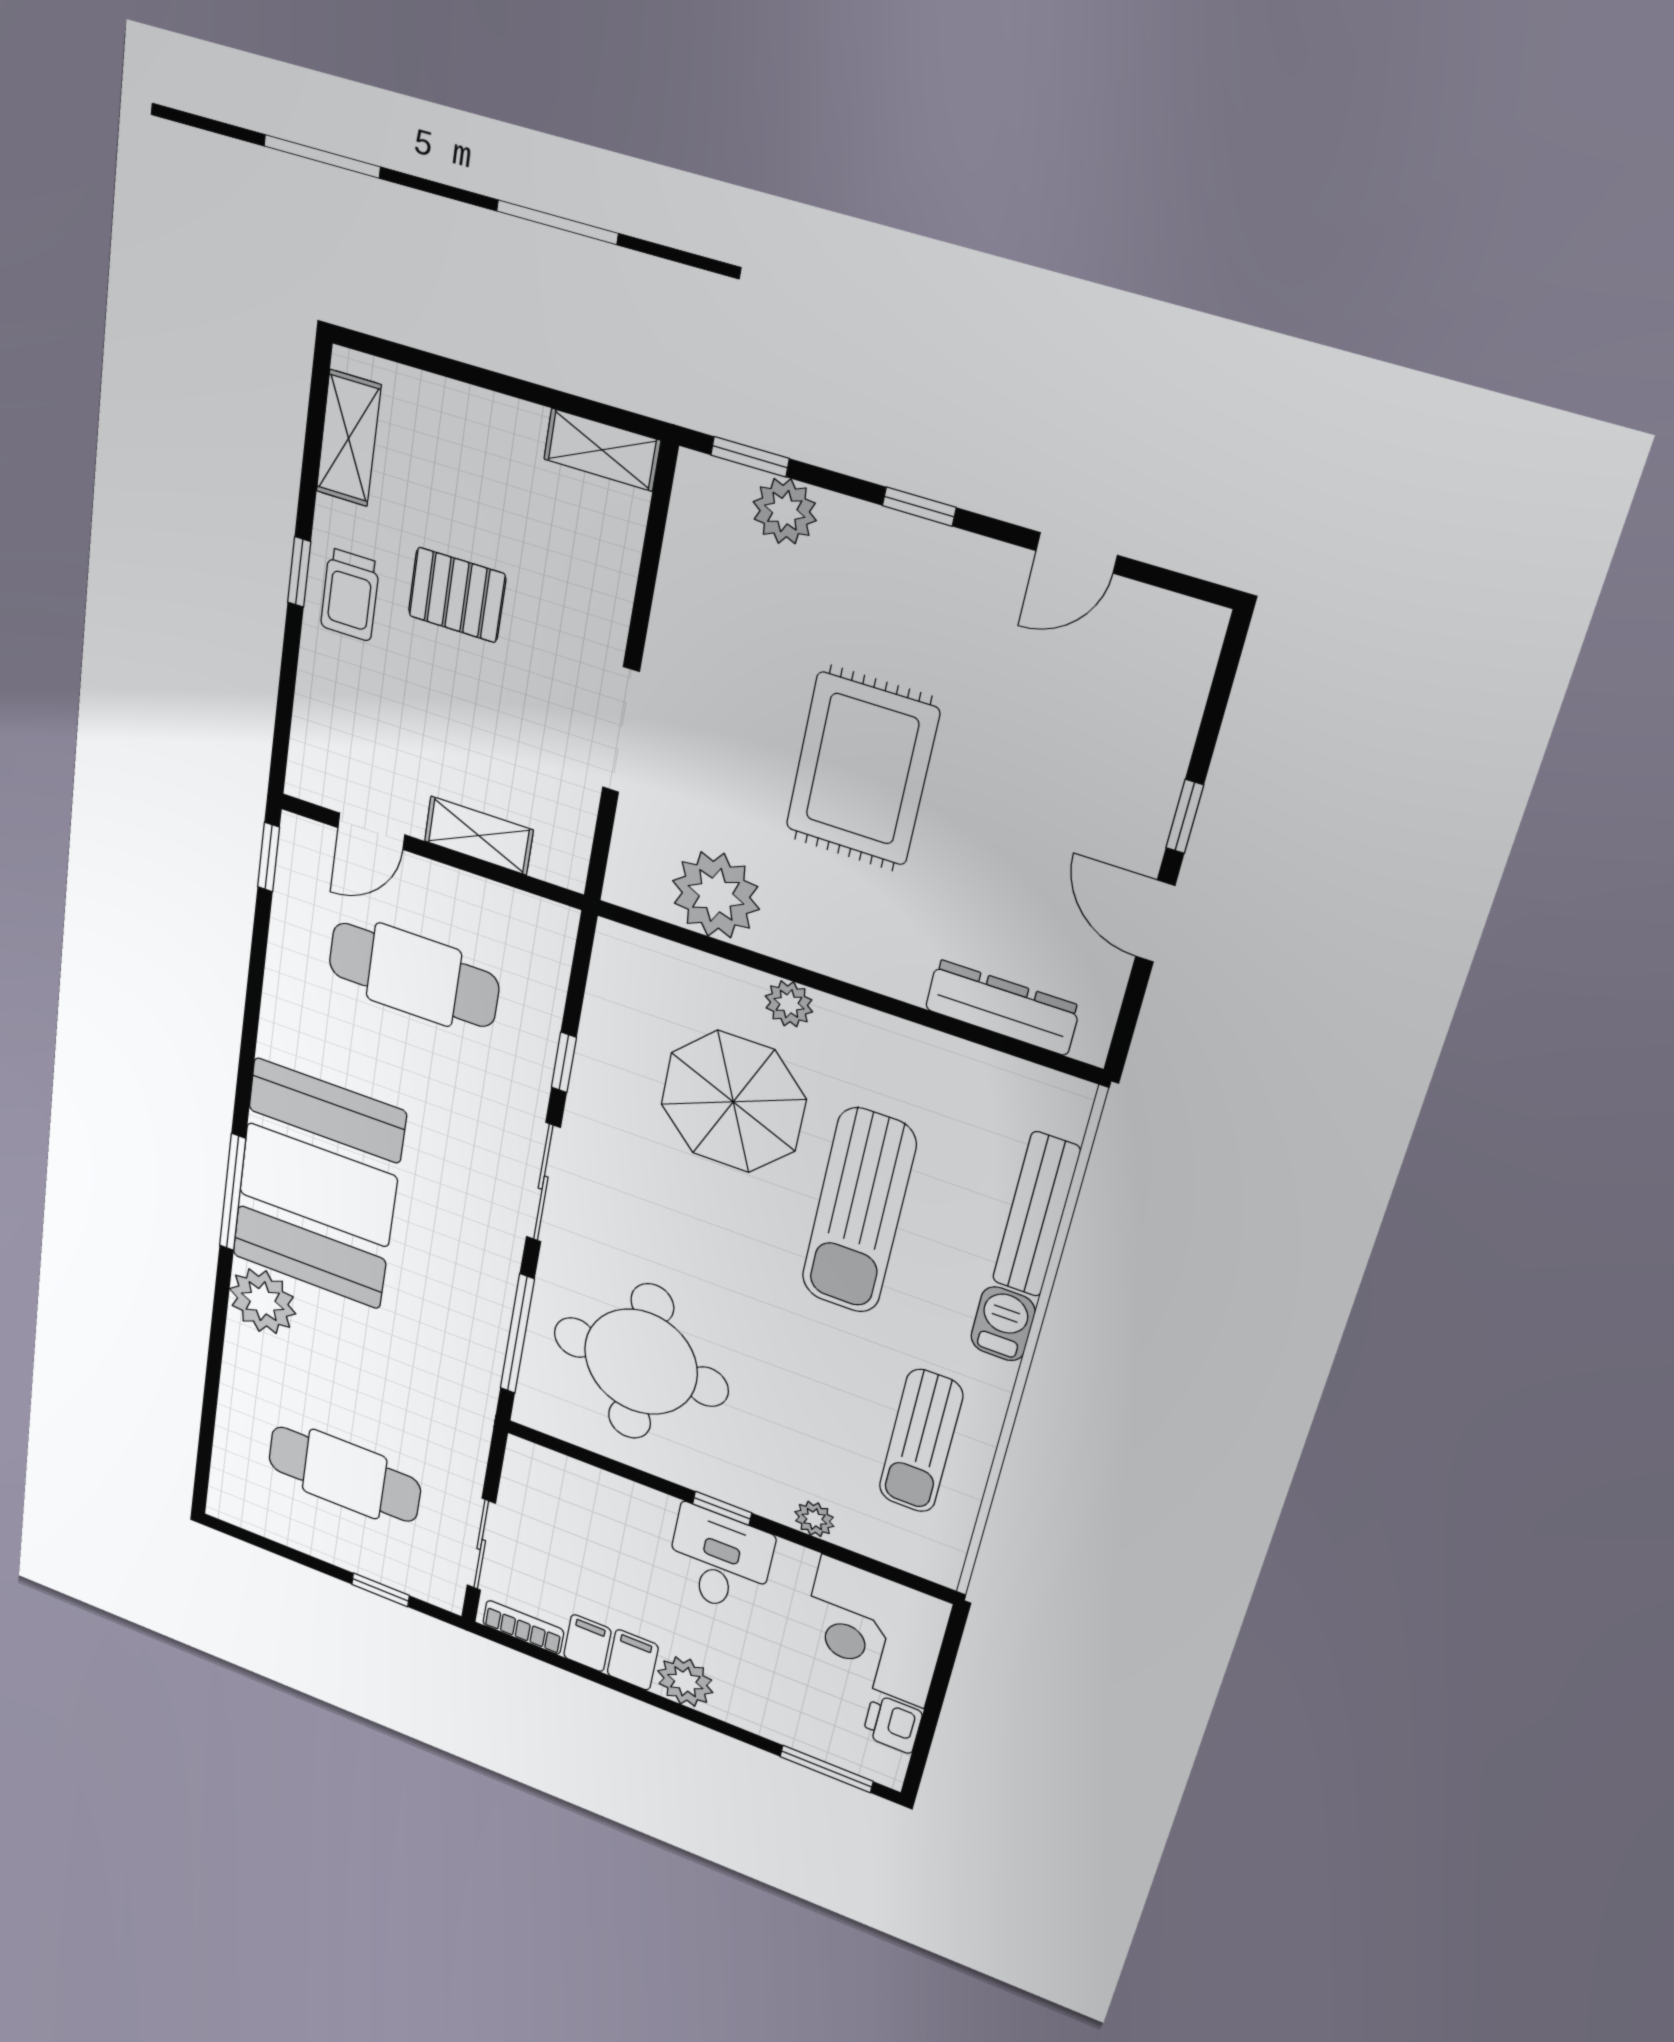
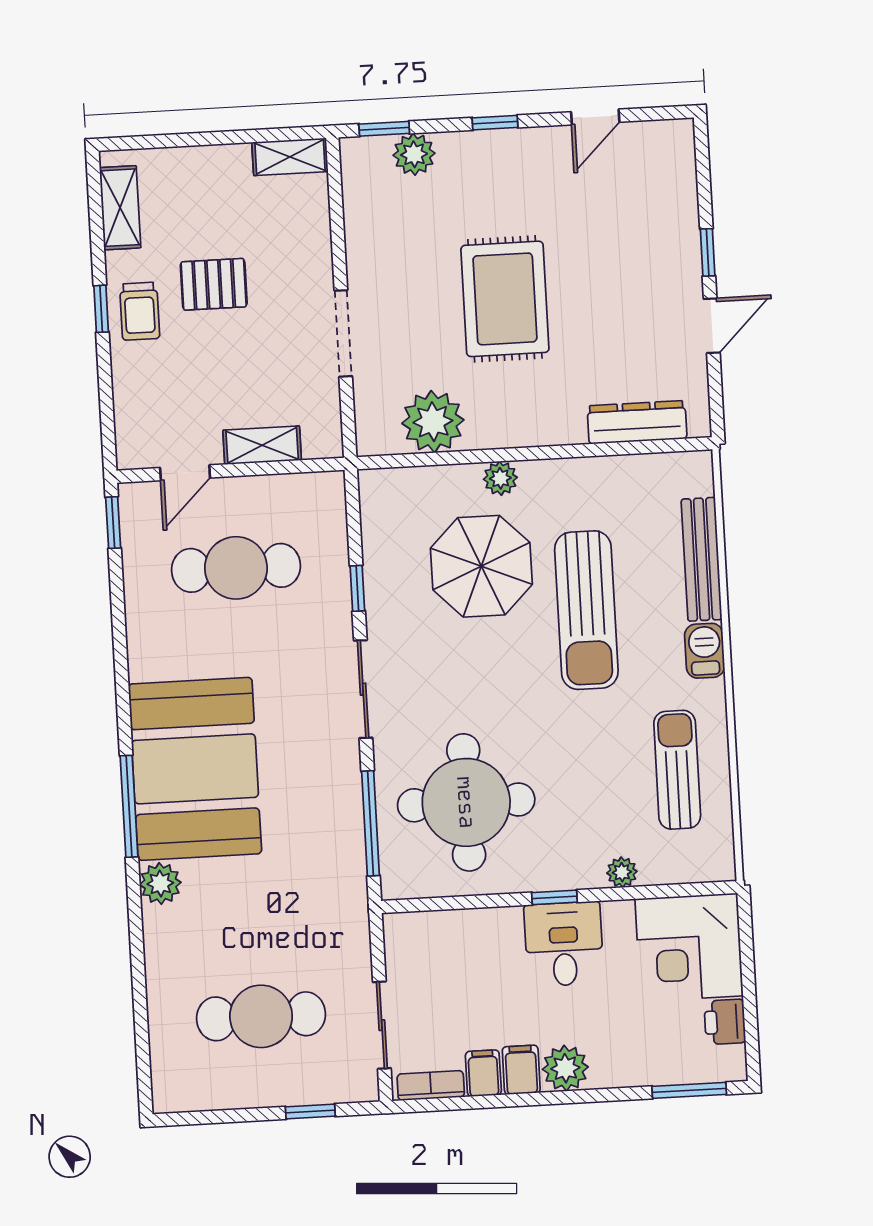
door: (1155, 921) -> (712, 326), swing flipped
plant: (263, 1301) -> (160, 883), width x0.73, depth x0.73
sun lounger: (921, 1441) -> (677, 770), turned 180

